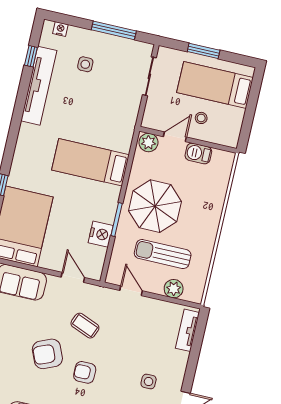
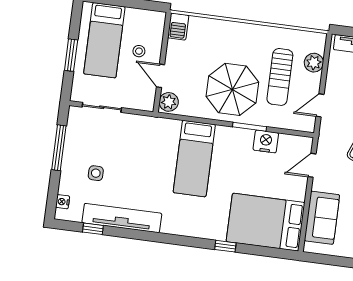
barbecue: (198, 153) -> (178, 26), moved

